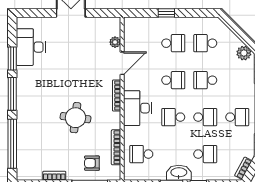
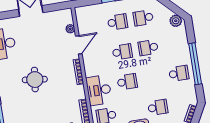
desk: (138, 108) -> (99, 90), moved
school desk: (173, 117) -> (127, 82), turned 180
school desk: (205, 117) -> (153, 78), removed
round table: (75, 118) -> (35, 80), moved

